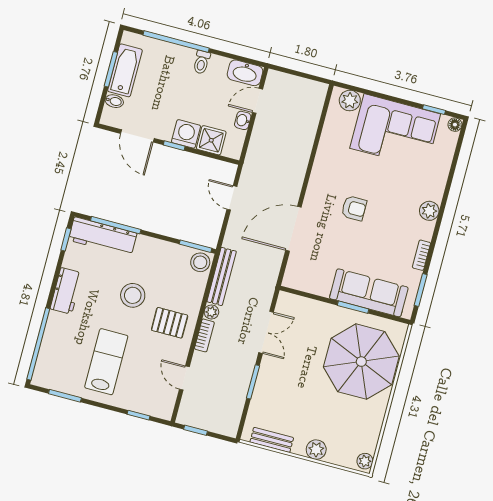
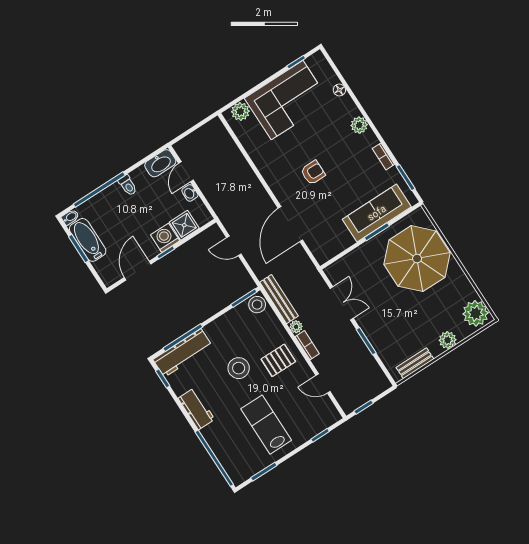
bidet: (114, 101) -> (70, 217), moved
floor lamp: (455, 125) -> (339, 90), moved
door: (137, 136) -> (138, 271), swing flipped
plant: (365, 461) -> (476, 313), width x1.88, depth x1.88

